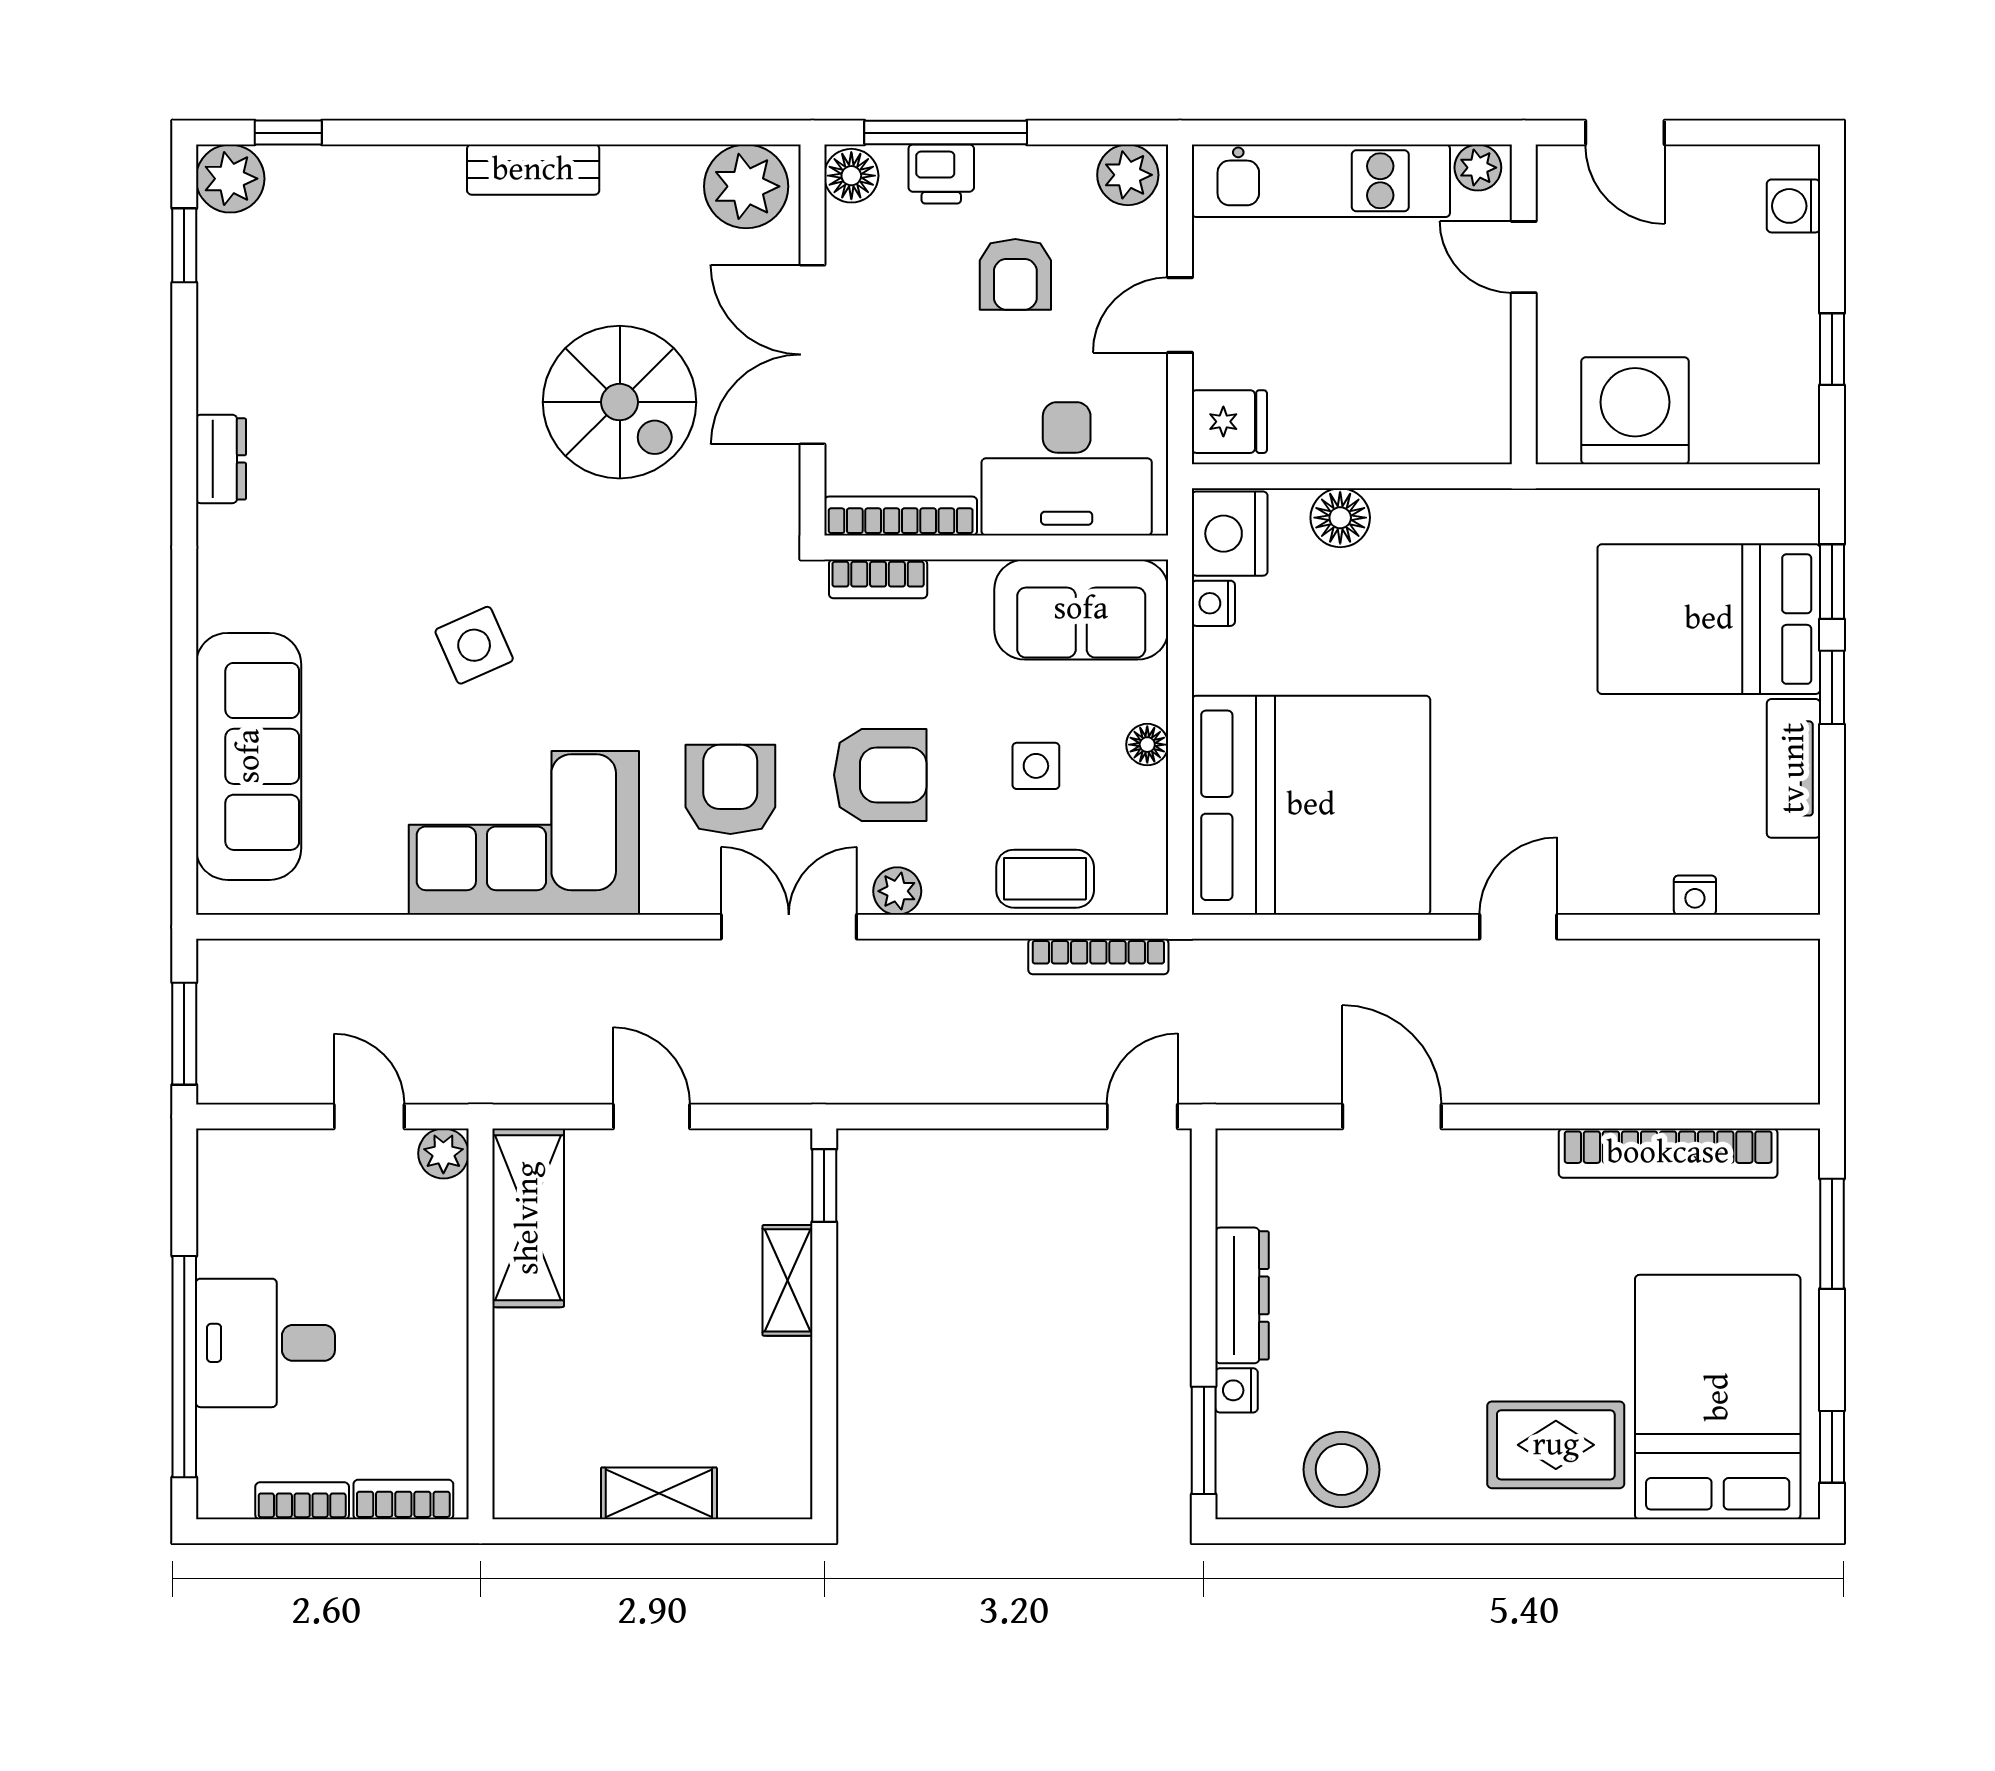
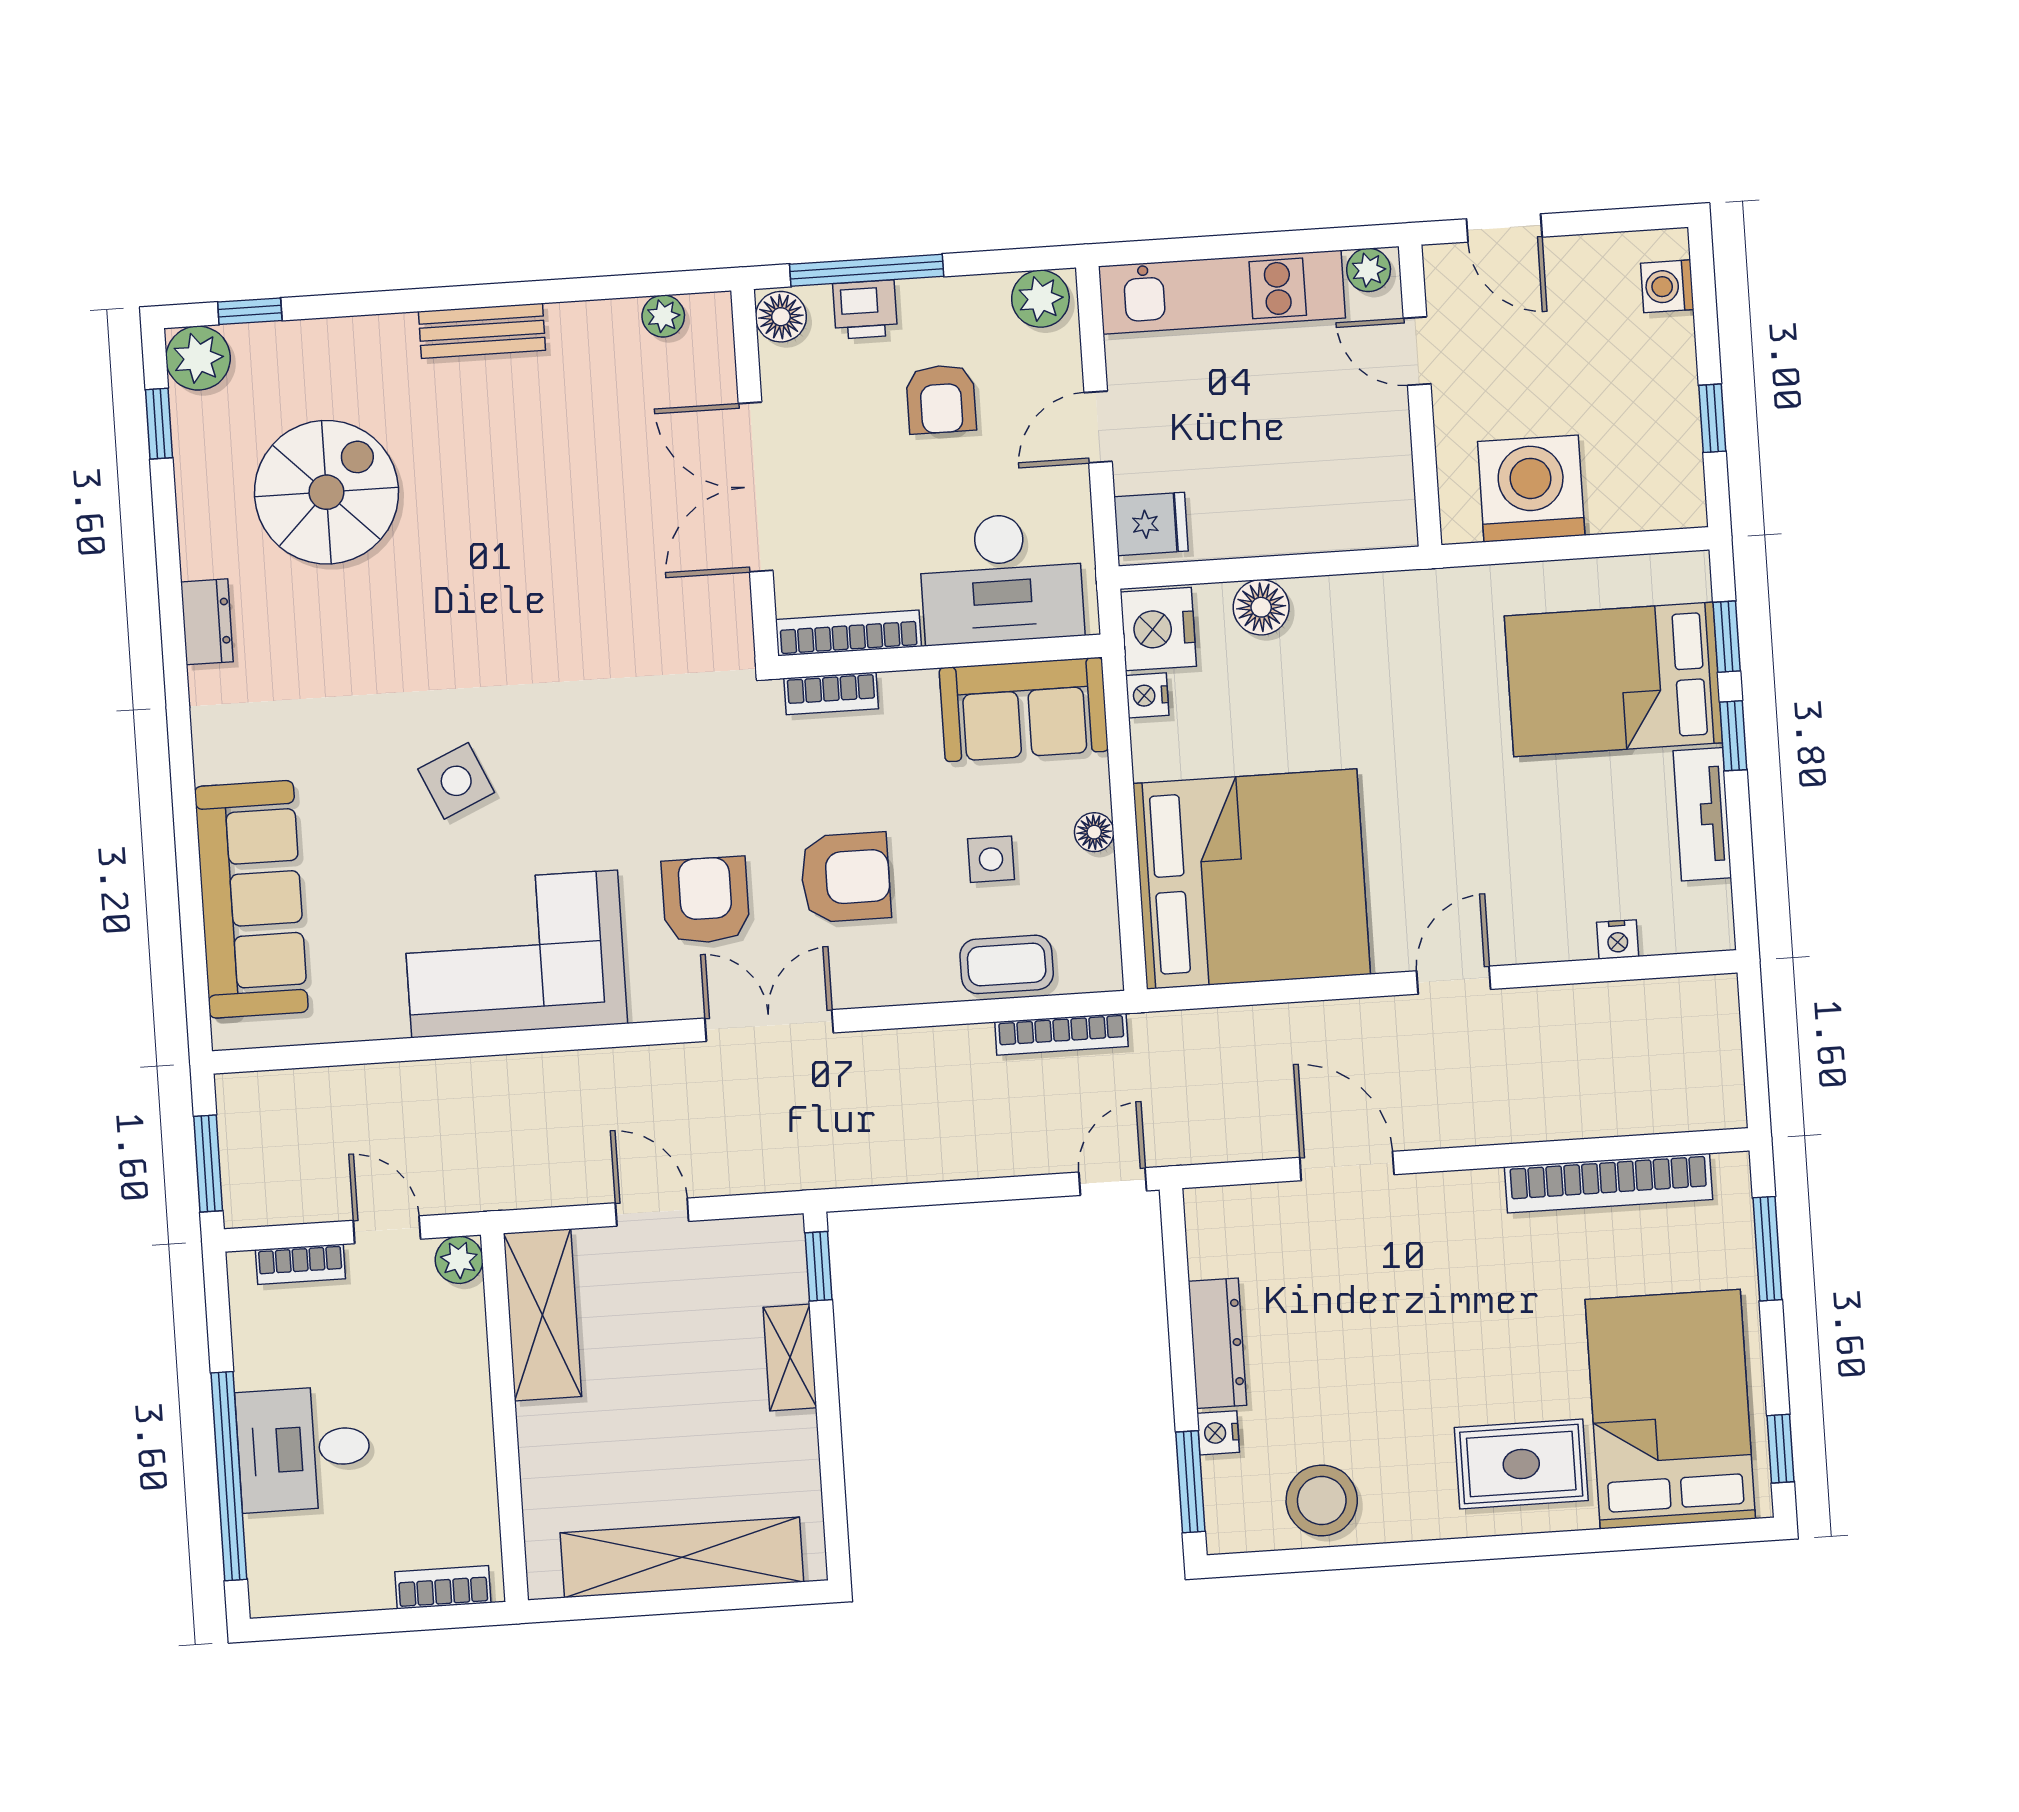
plant: (746, 186) -> (663, 316), width x0.53, depth x0.53
spiral stairs: (620, 402) -> (326, 492), moved, turned -90
plant: (897, 891) -> (869, 985), removed
shelving: (659, 1493) -> (682, 1557), width x2.20, depth x1.33
bookcase: (302, 1501) -> (300, 1264), moved, turned 180

